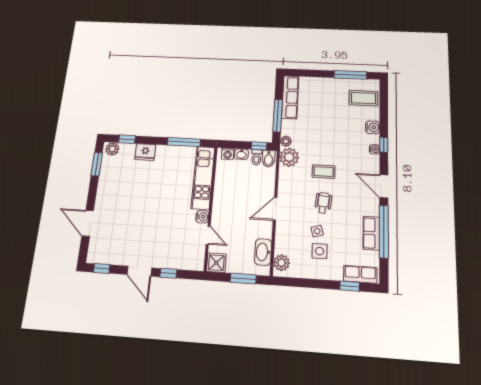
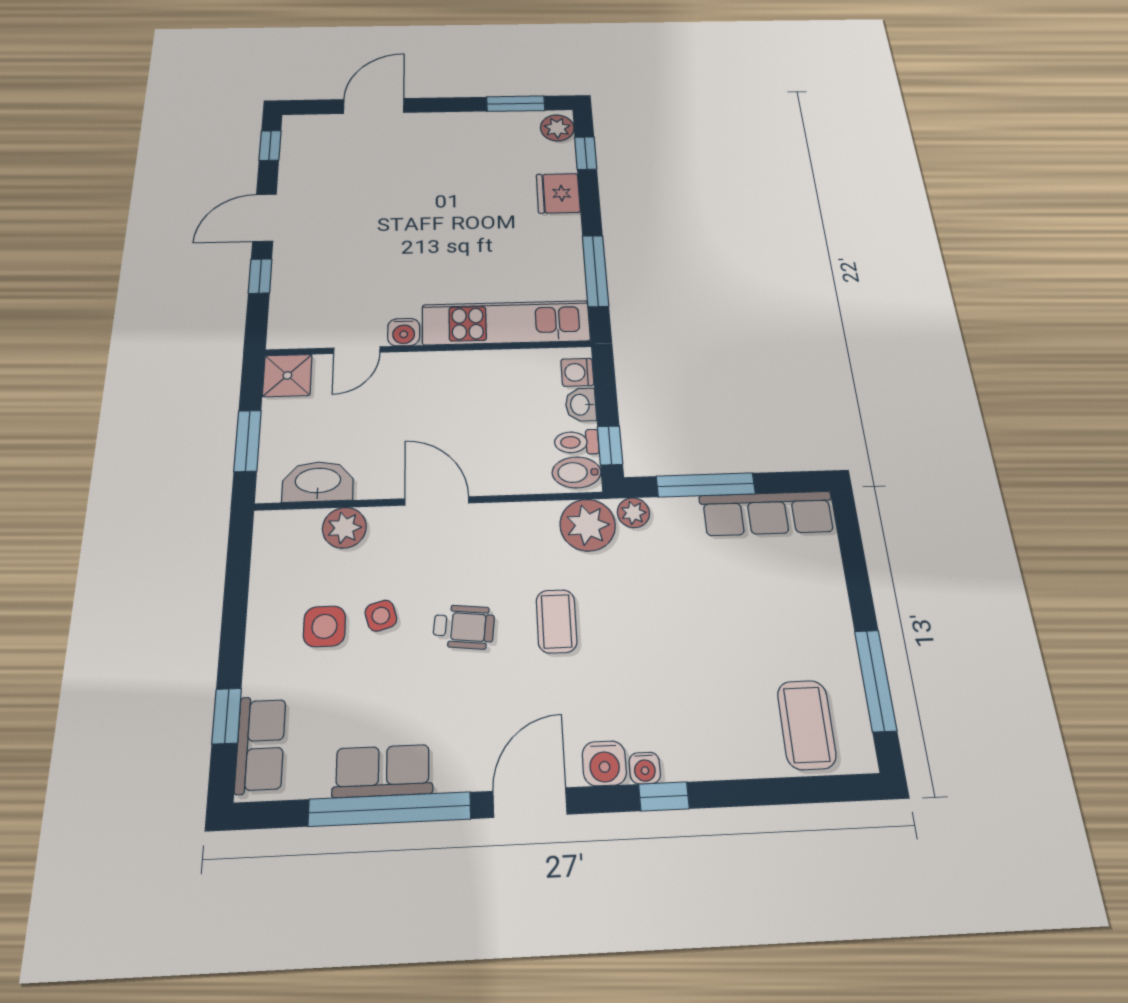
water cooler: (373, 127) -> (604, 763), moved
plant: (282, 263) -> (344, 528), moved

